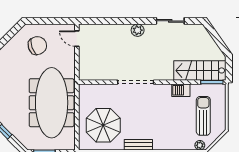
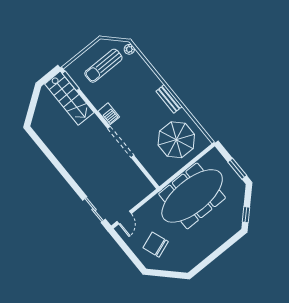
sliding door: (170, 21) -> (94, 210), moved
plant: (138, 30) -> (78, 174), removed
barbecue: (181, 90) -> (109, 114), moved

